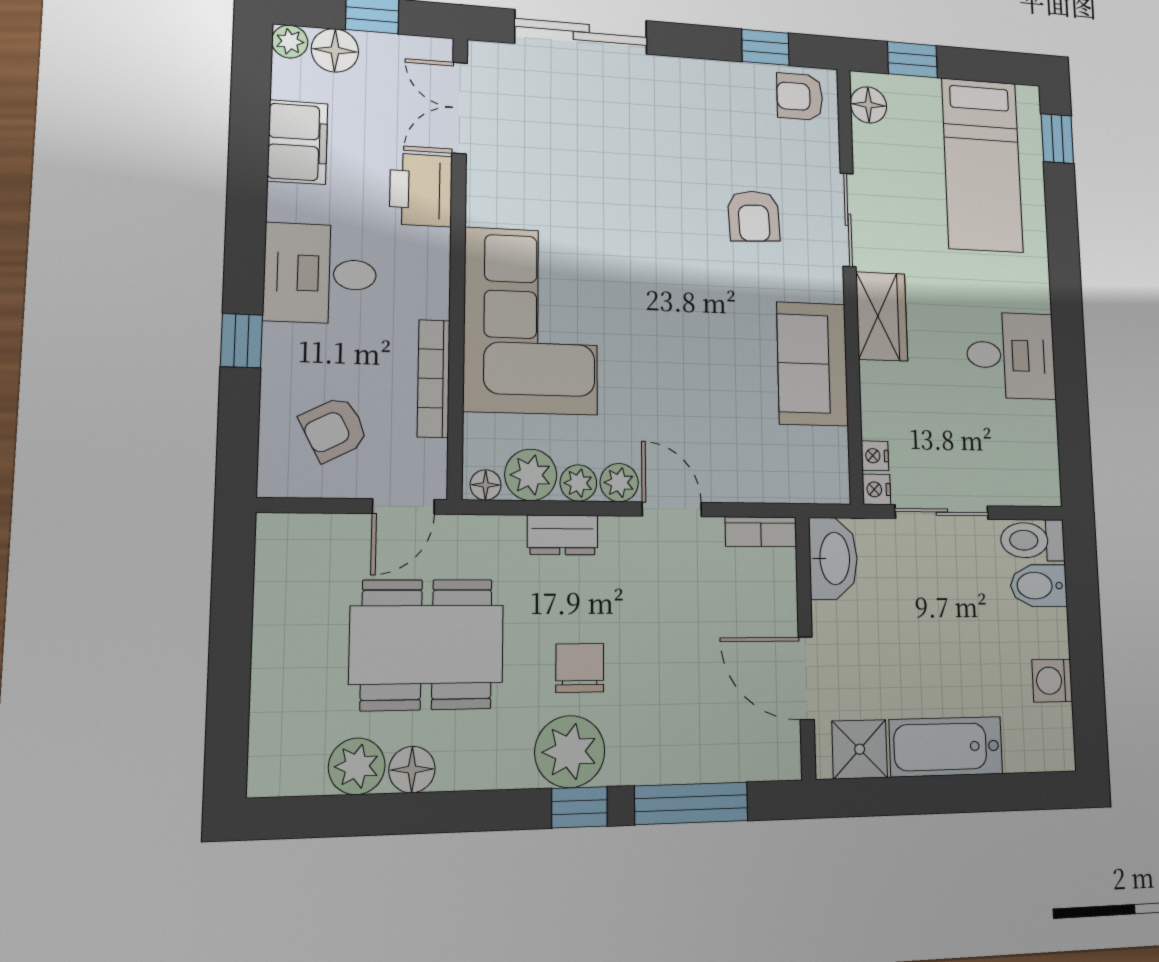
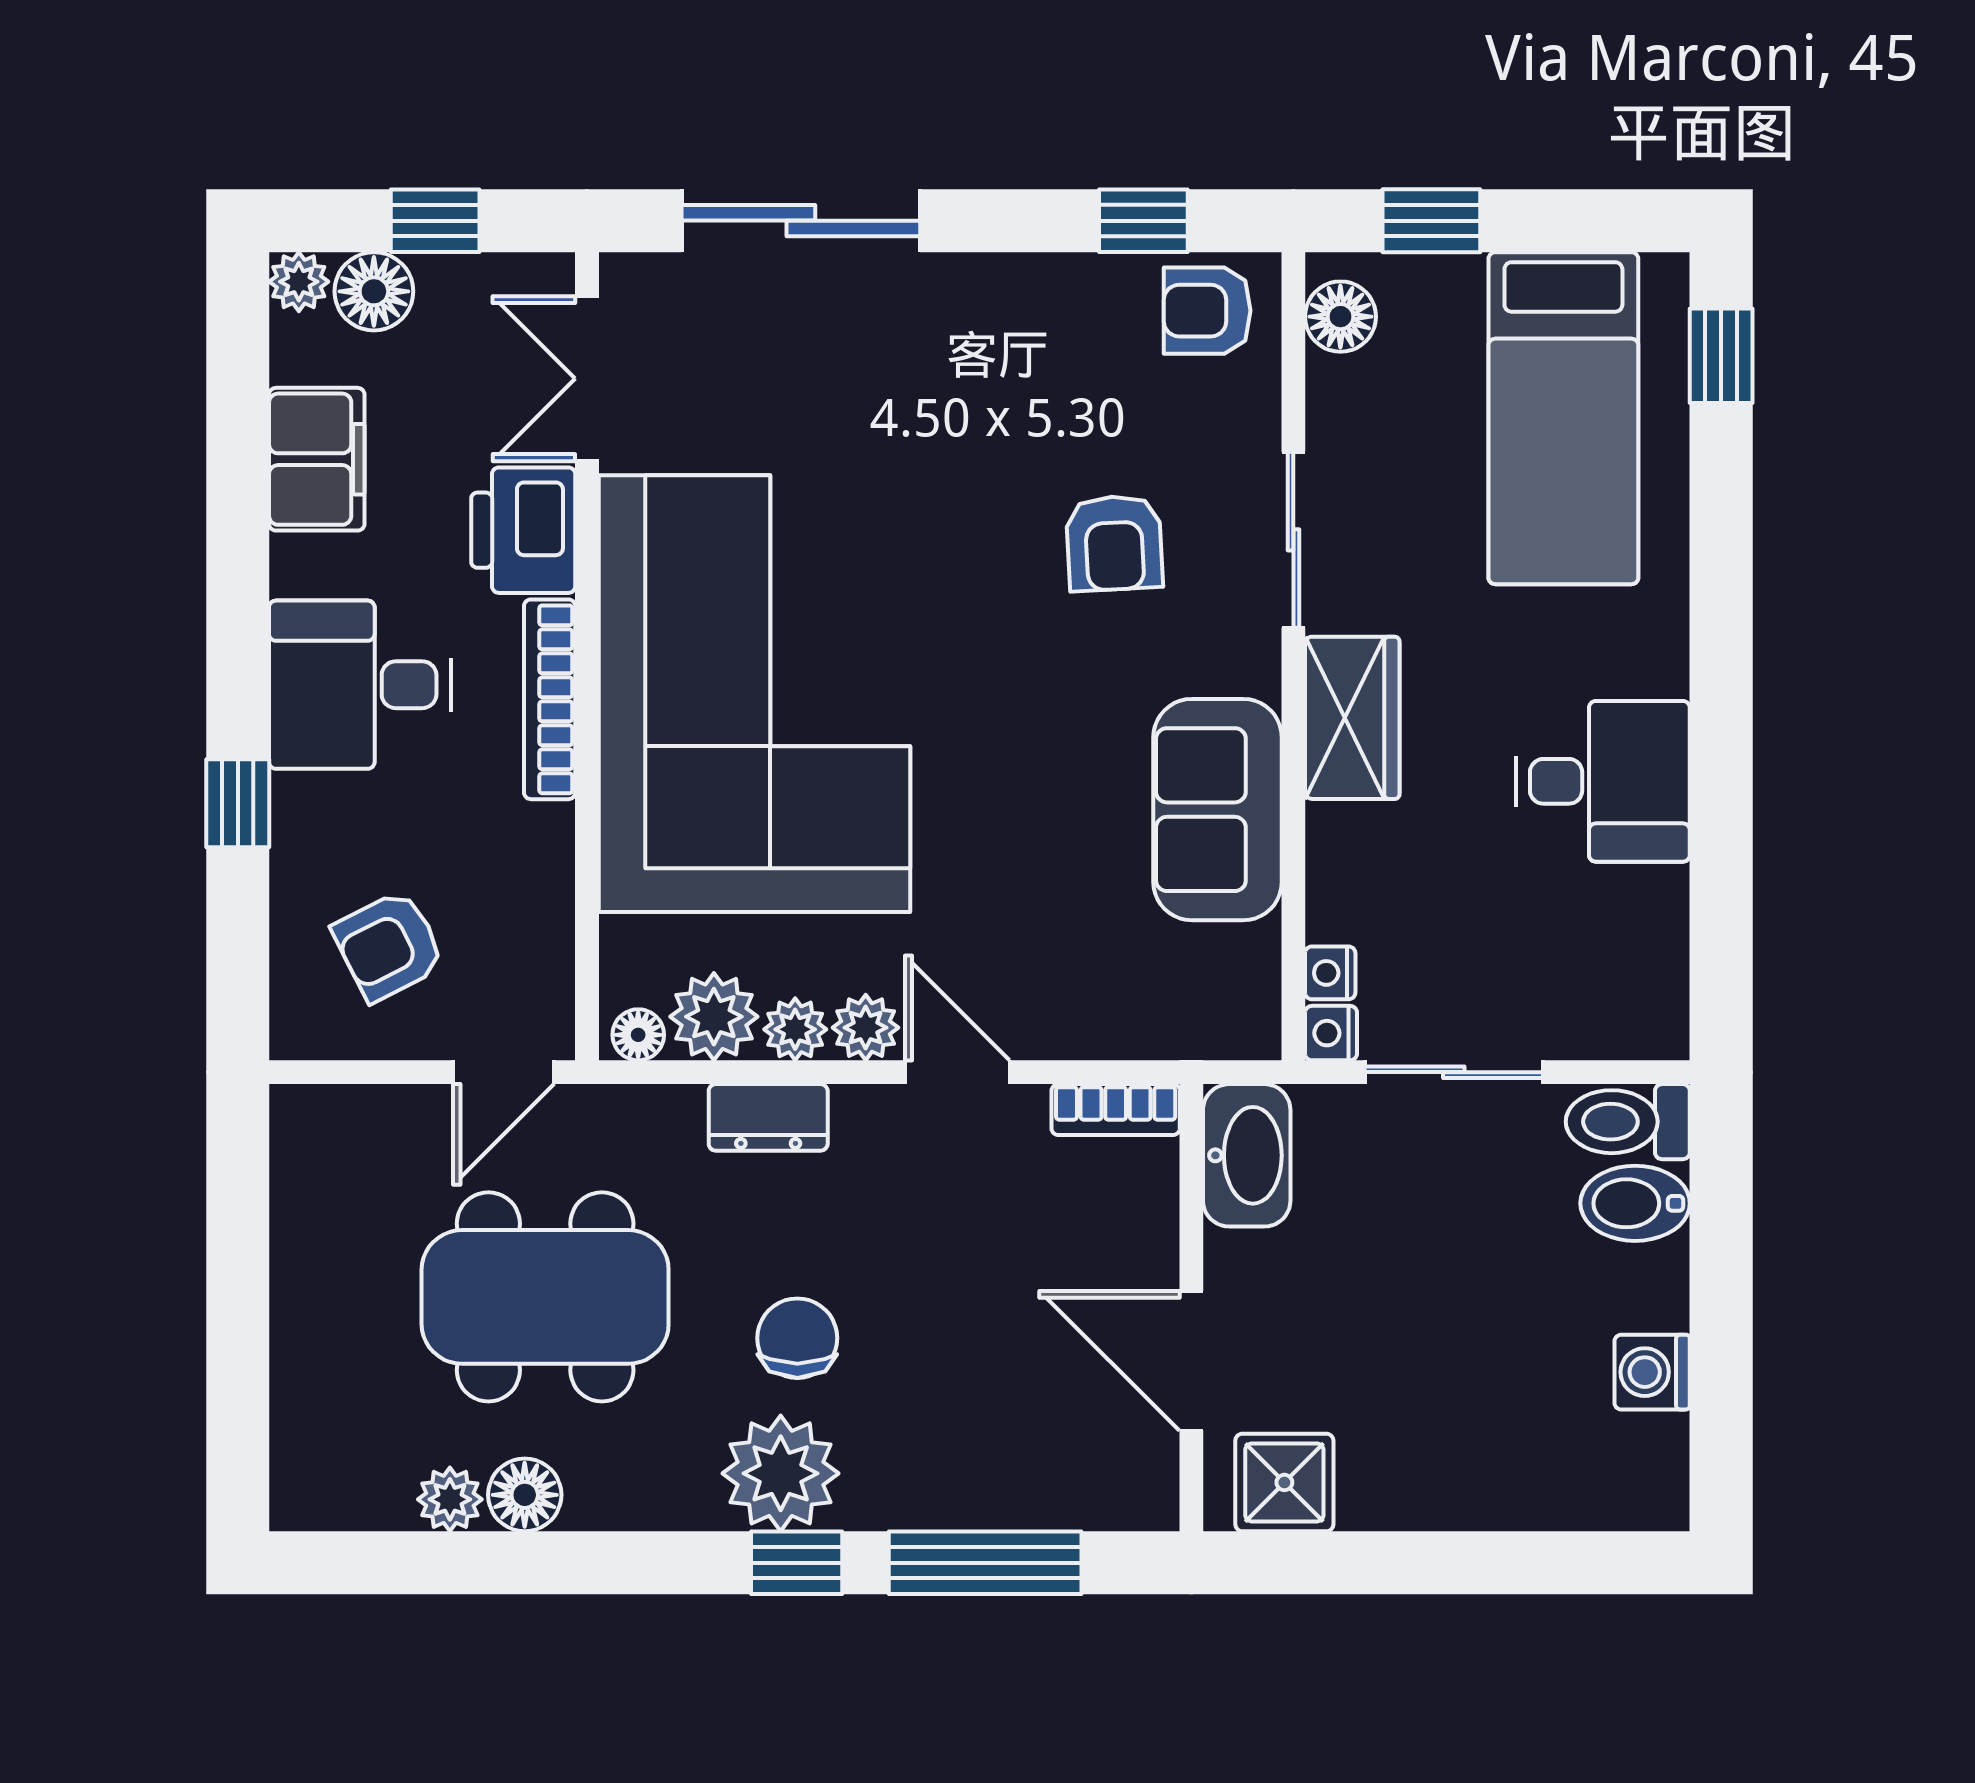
corner sofa: (531, 321) -> (754, 694), width x1.36, depth x1.36
bookcase: (434, 379) -> (550, 699), moved
bathtub: (946, 747) -> (1444, 1482), removed
plant: (357, 766) -> (450, 1499), width x0.73, depth x0.73

